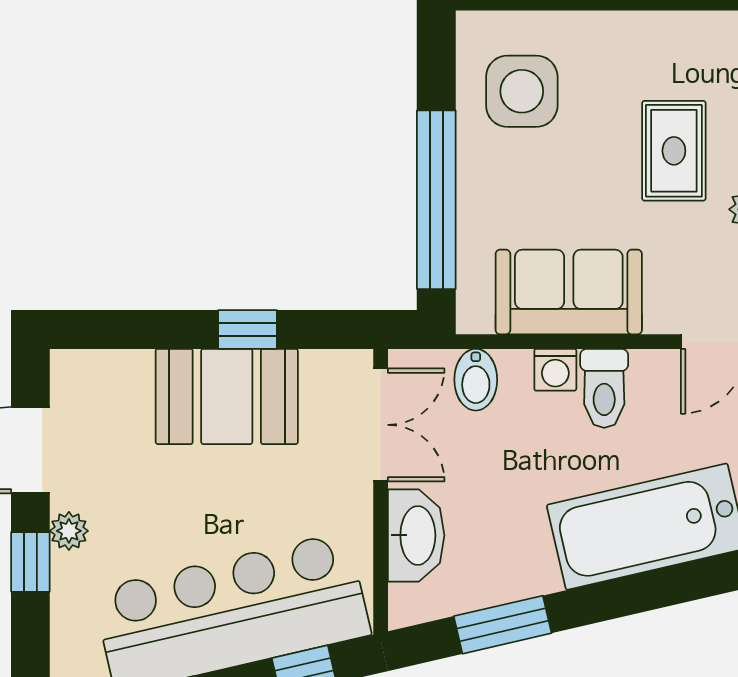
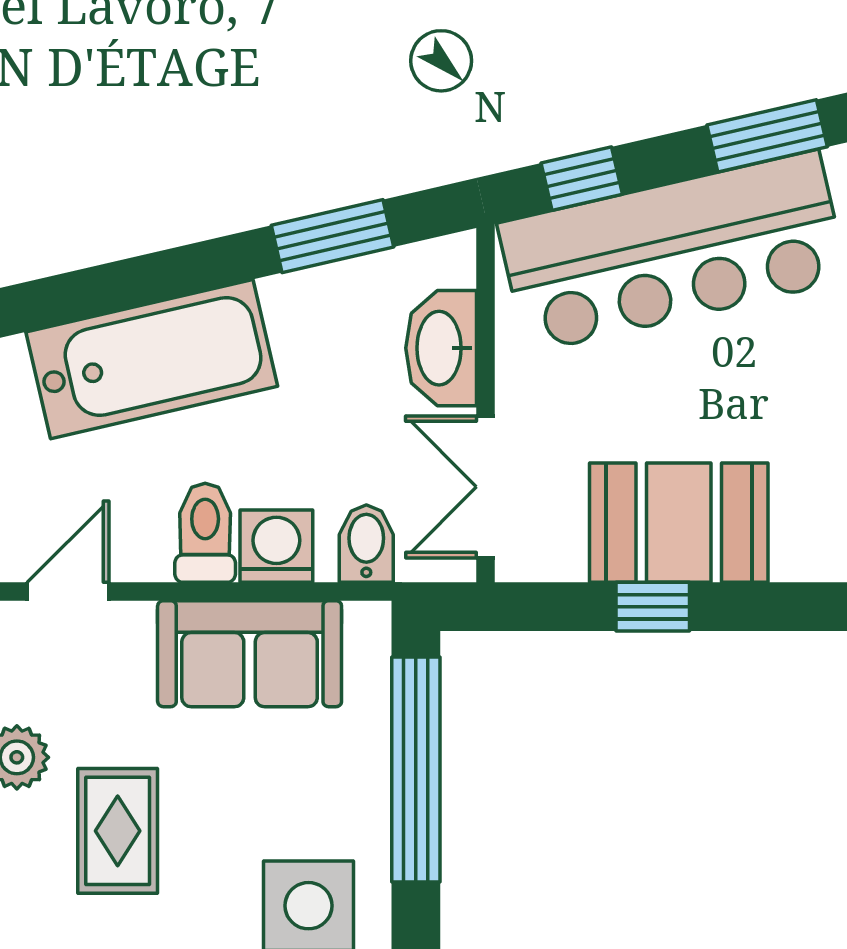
washing machine: (555, 370) -> (276, 546), width x1.38, depth x1.38

